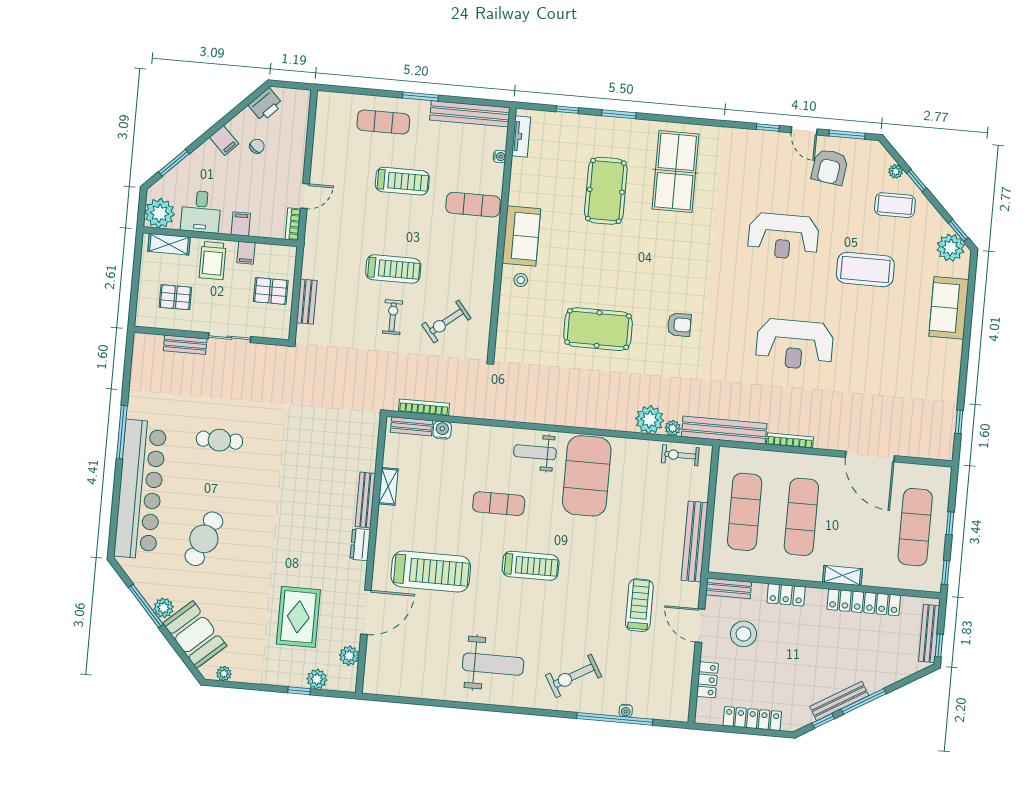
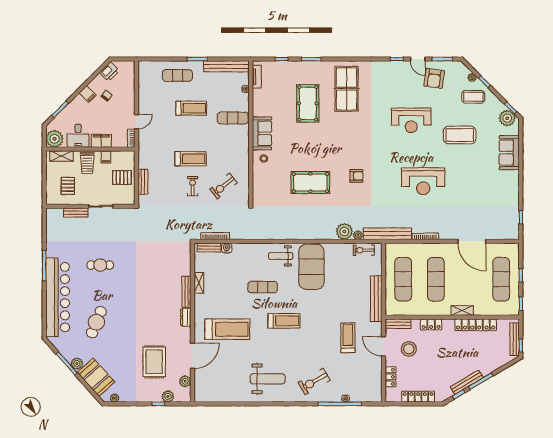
filing cabinet: (241, 224) -> (101, 141), width x2.00
pallet: (175, 297) -> (68, 186), turned 90

